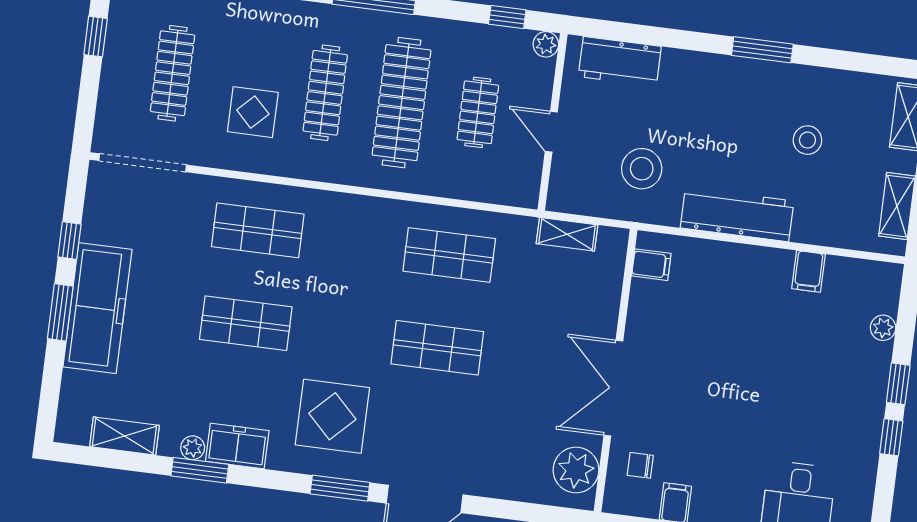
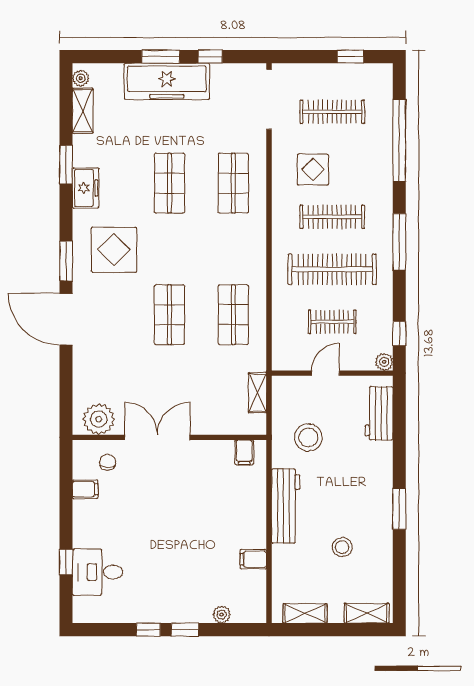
plant: (193, 448) -> (81, 78), moved

